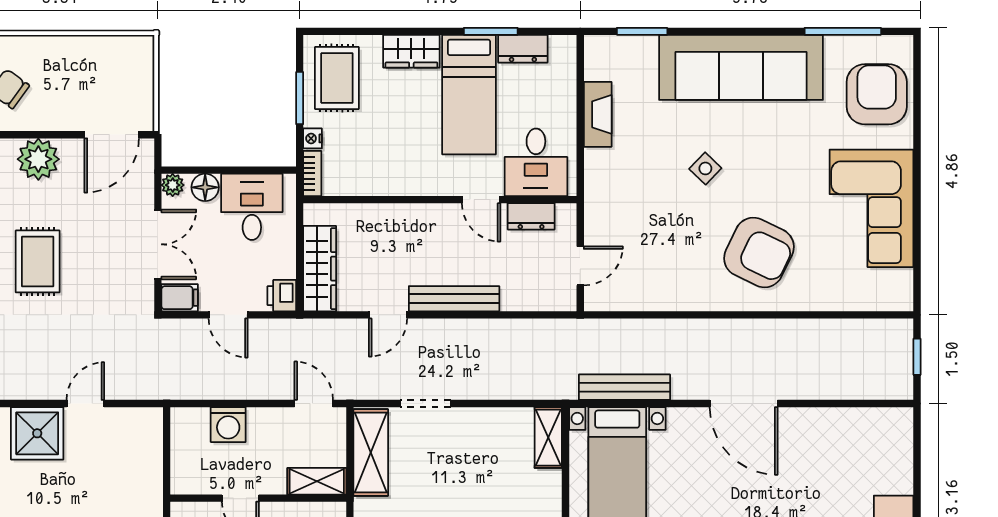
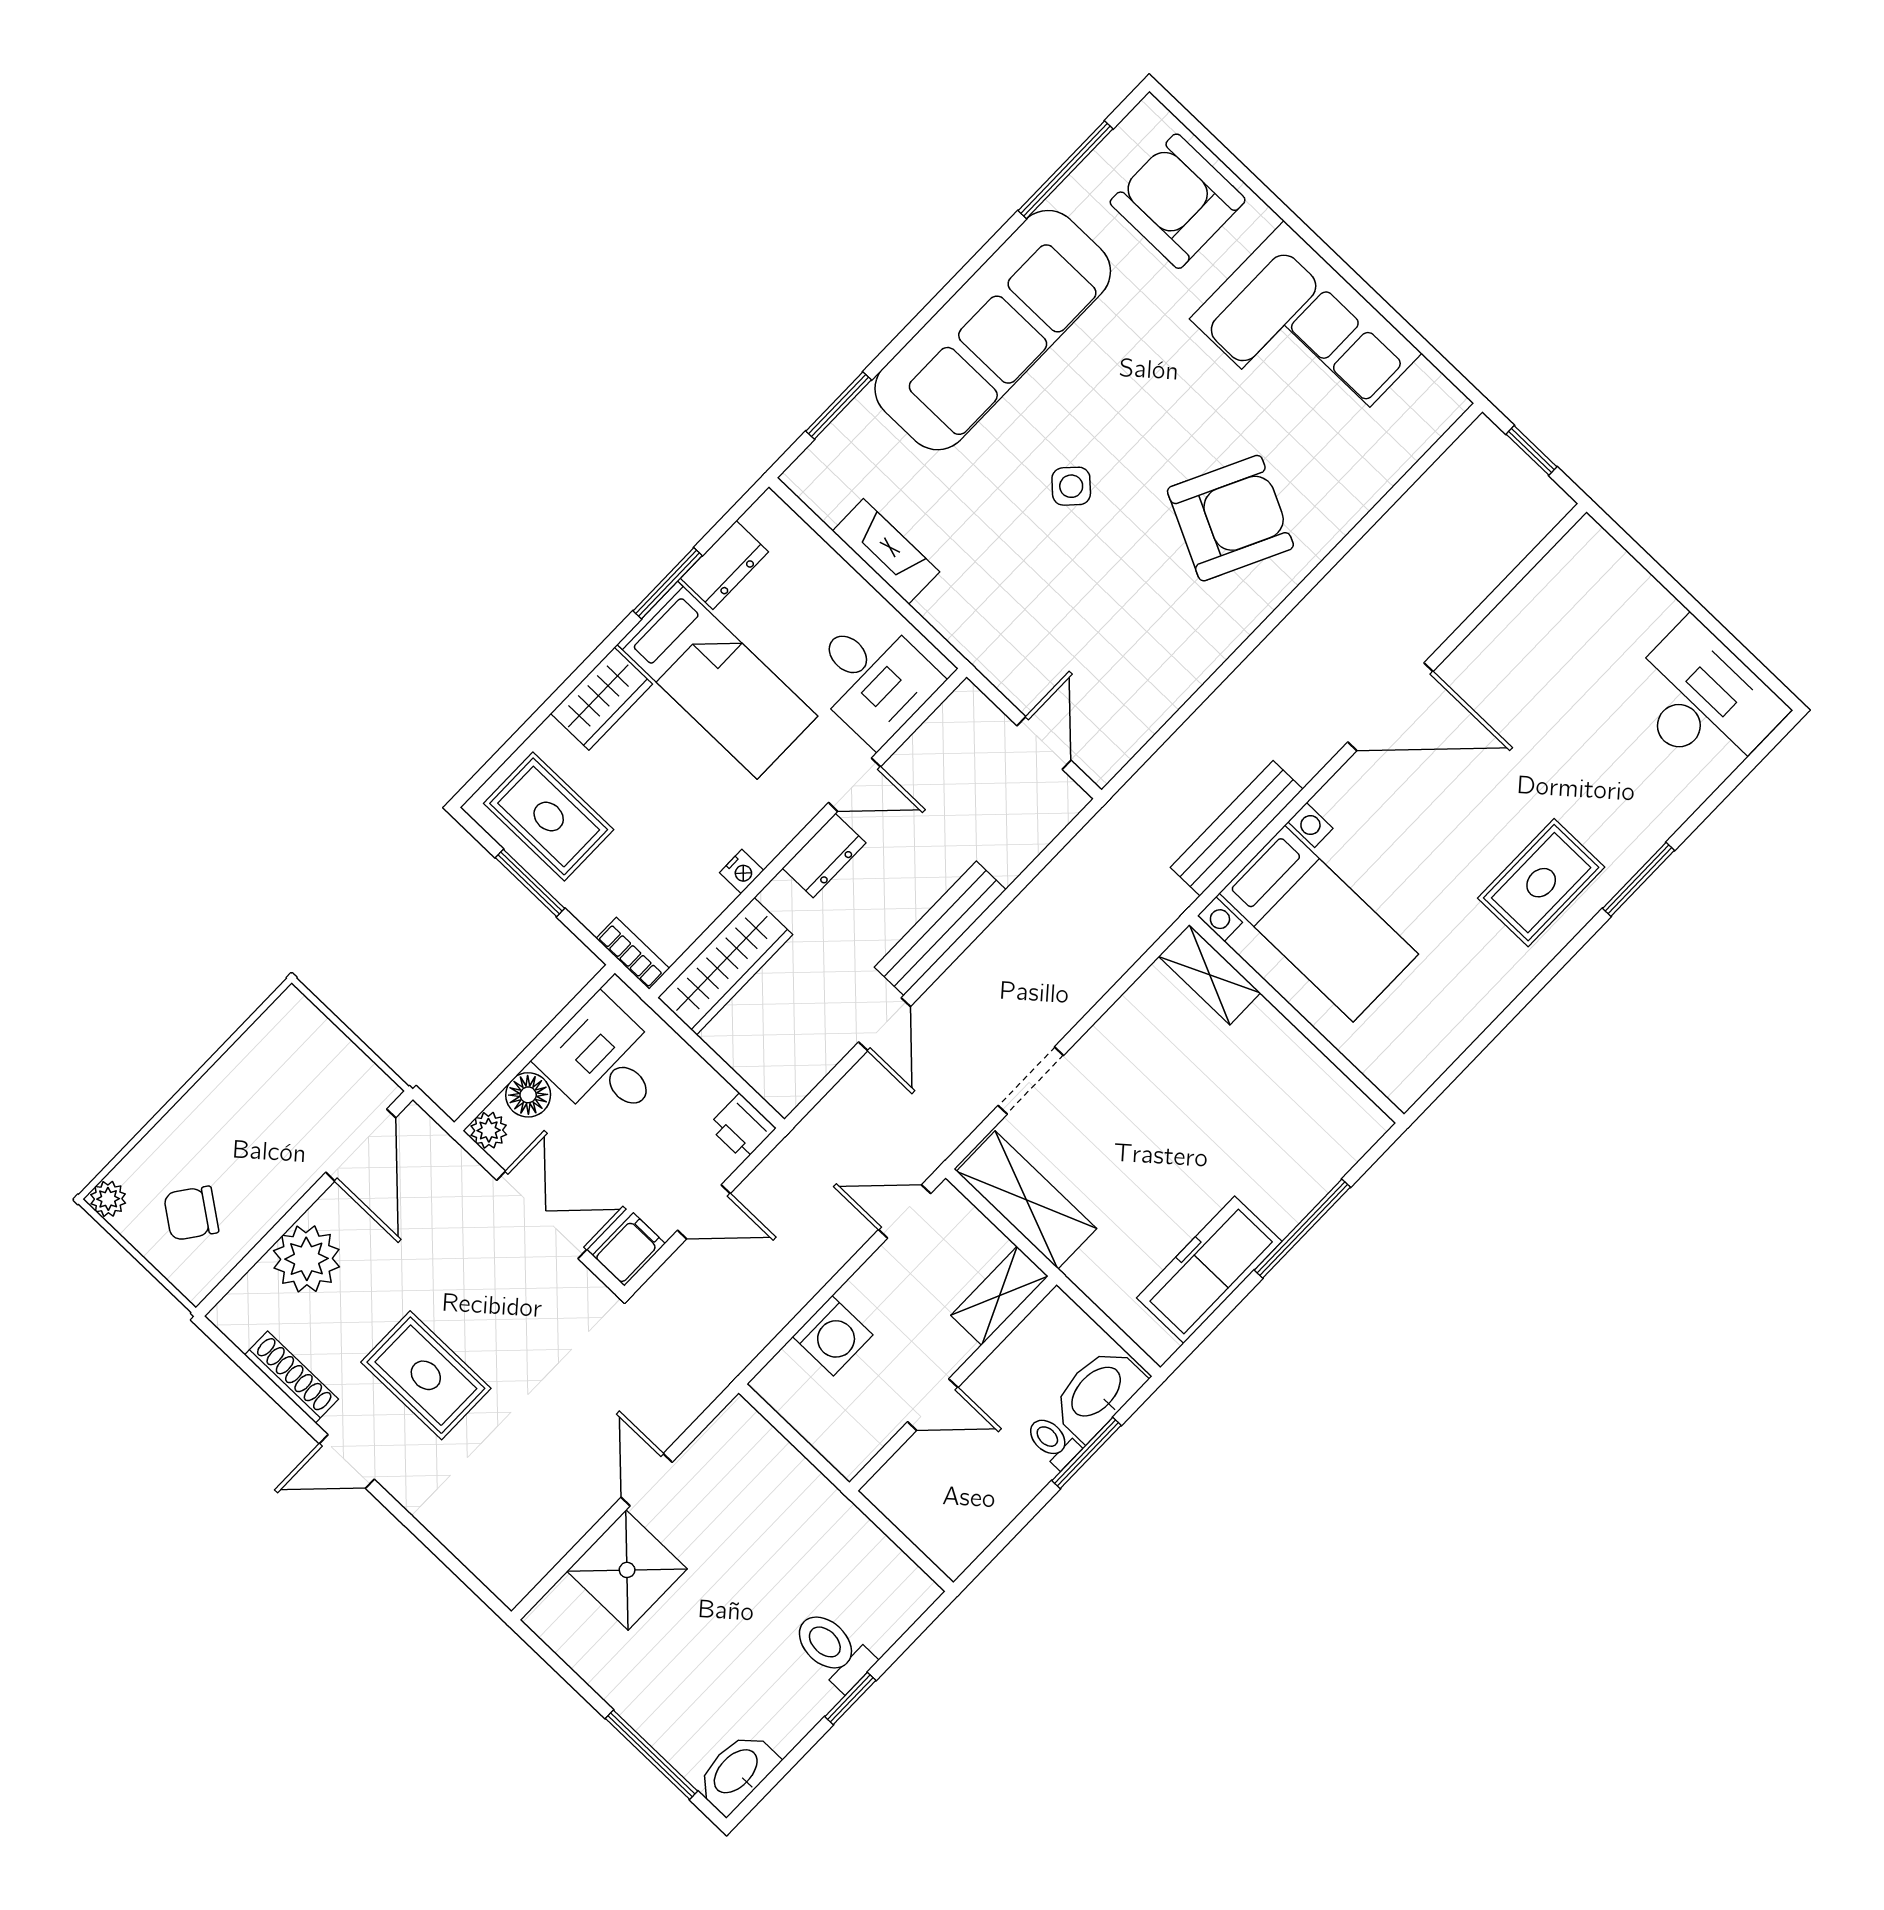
nightstand: (313, 138) -> (742, 871), moved, turned -90
dresser: (531, 216) -> (824, 856), moved
wardrobe: (320, 269) -> (725, 966), moved, turned 90

